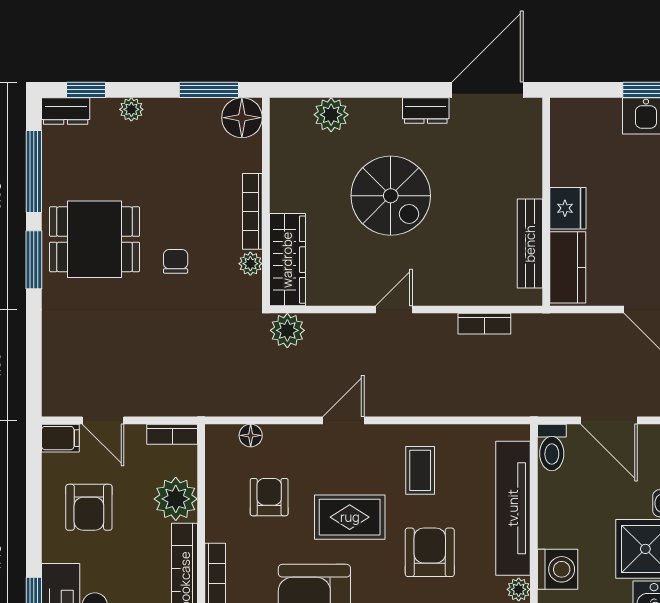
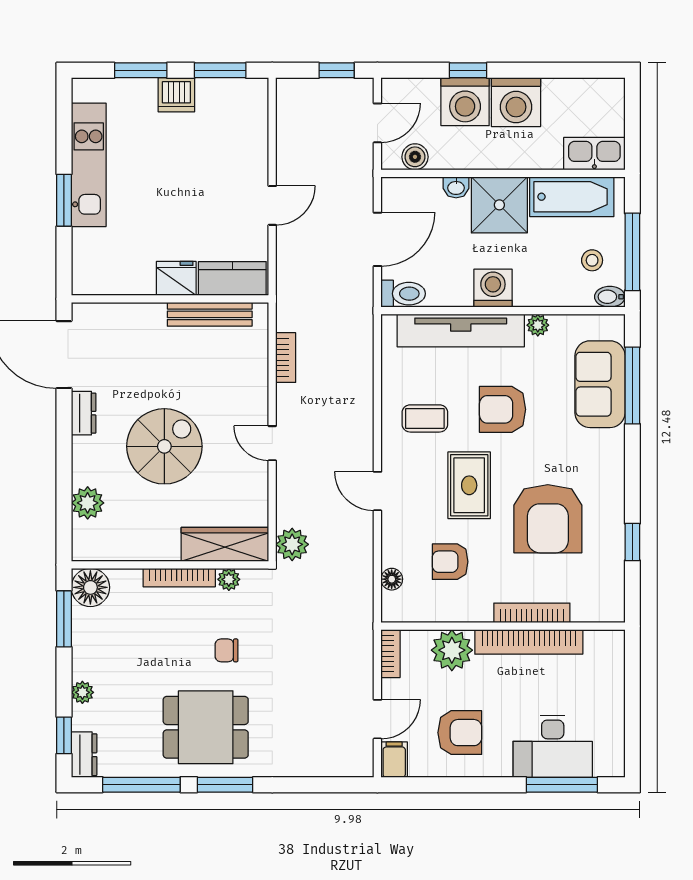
dining table: (95, 239) -> (206, 727), turned 90
washing machine: (558, 569) -> (493, 288), moved

